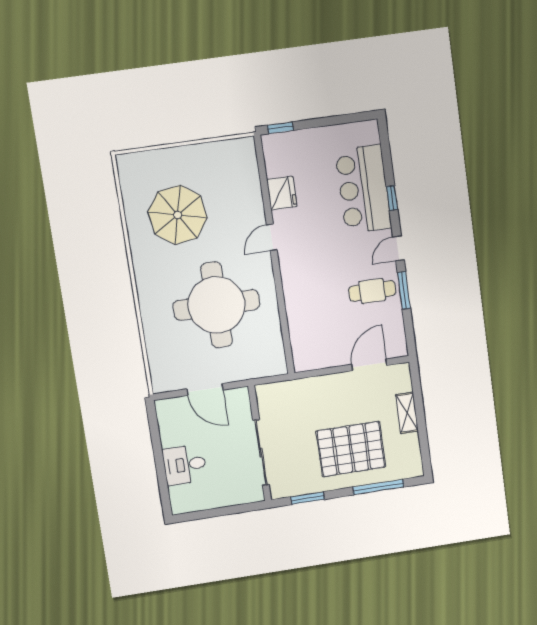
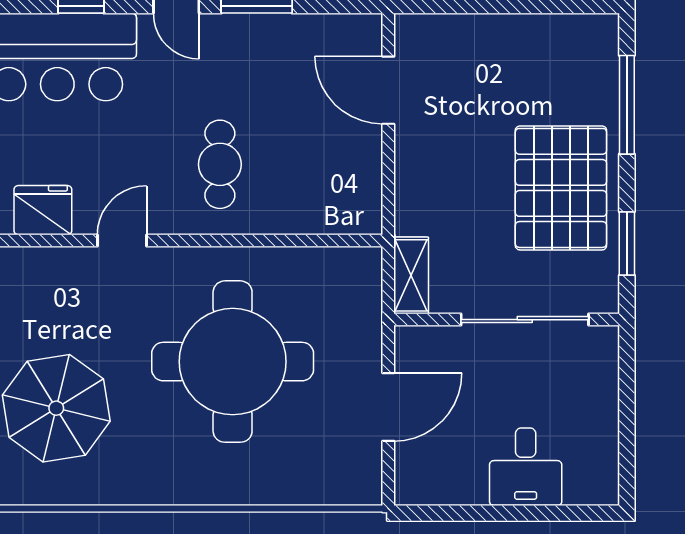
door: (272, 237) -> (122, 241), swing flipped
cafe table: (372, 291) -> (220, 164), moved
shelving: (407, 413) -> (411, 275), moved, turned 90
pallet: (351, 449) -> (561, 188), moved

